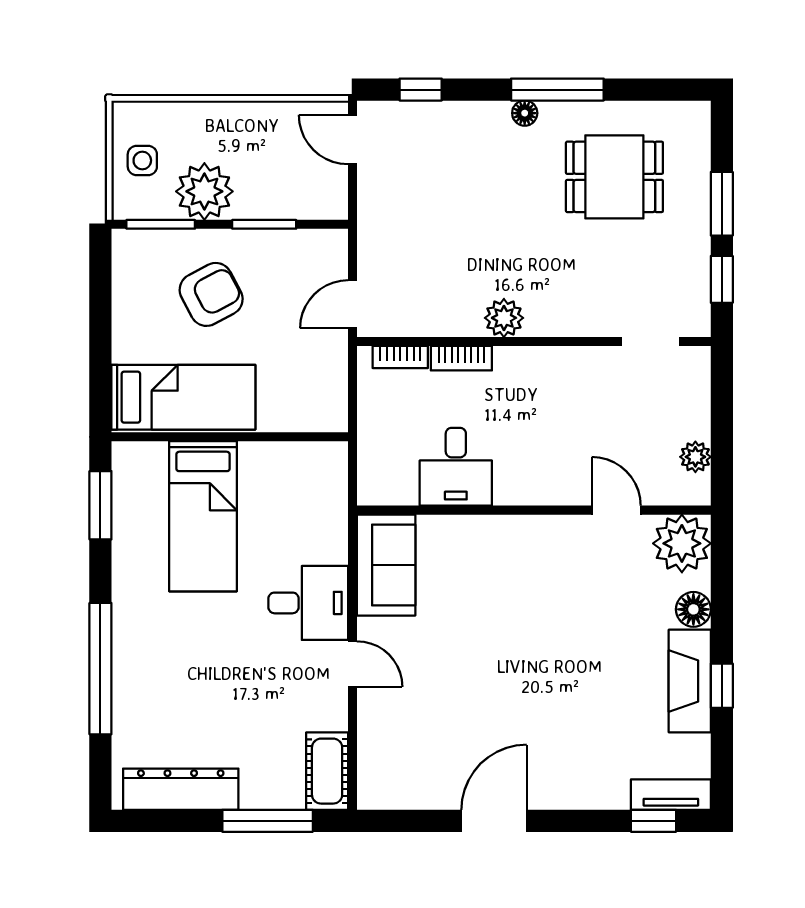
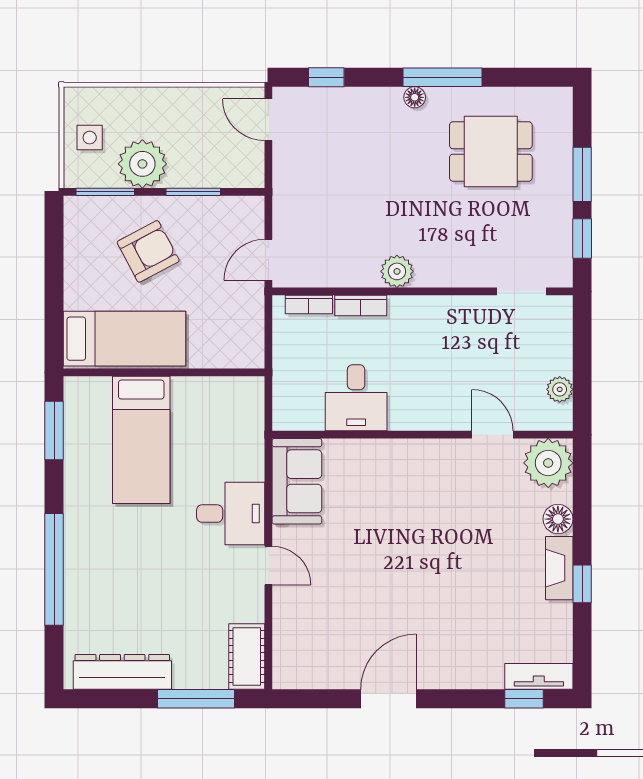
fireplace: (690, 681) -> (559, 568), width x0.73, depth x0.76

